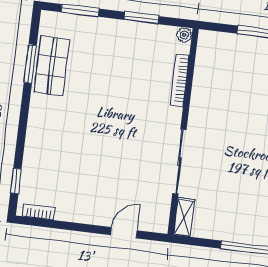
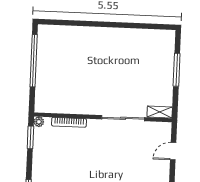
window: (141, 18) -> (30, 137), moved
door: (124, 233) -> (173, 151), hinge flipped

